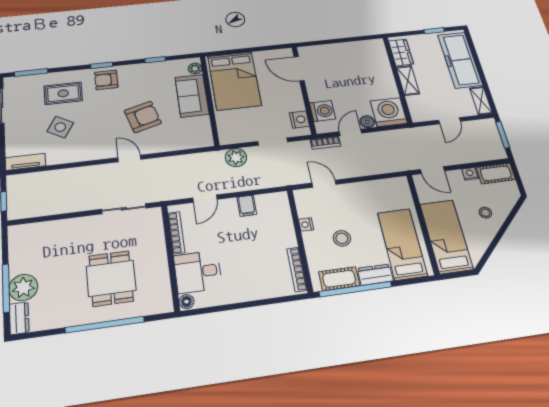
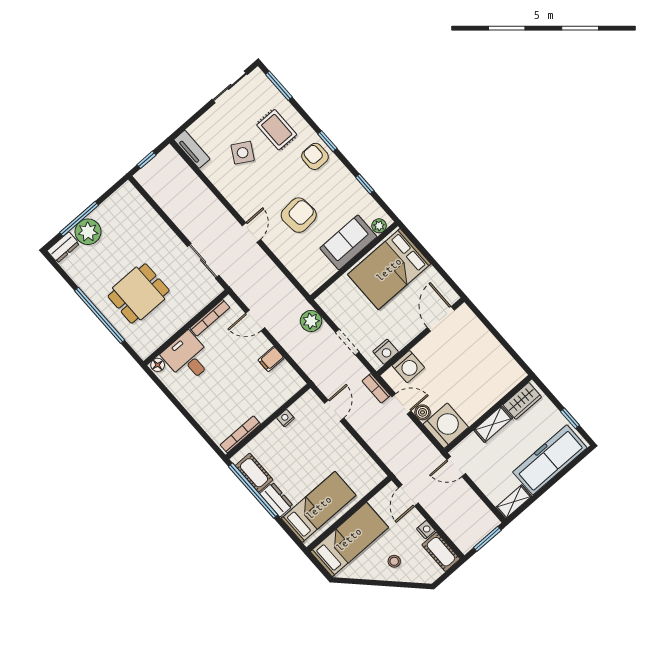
armchair: (143, 117) -> (299, 215), turned -79
door: (449, 121) -> (456, 467), moved
stool: (342, 238) -> (292, 455), removed

